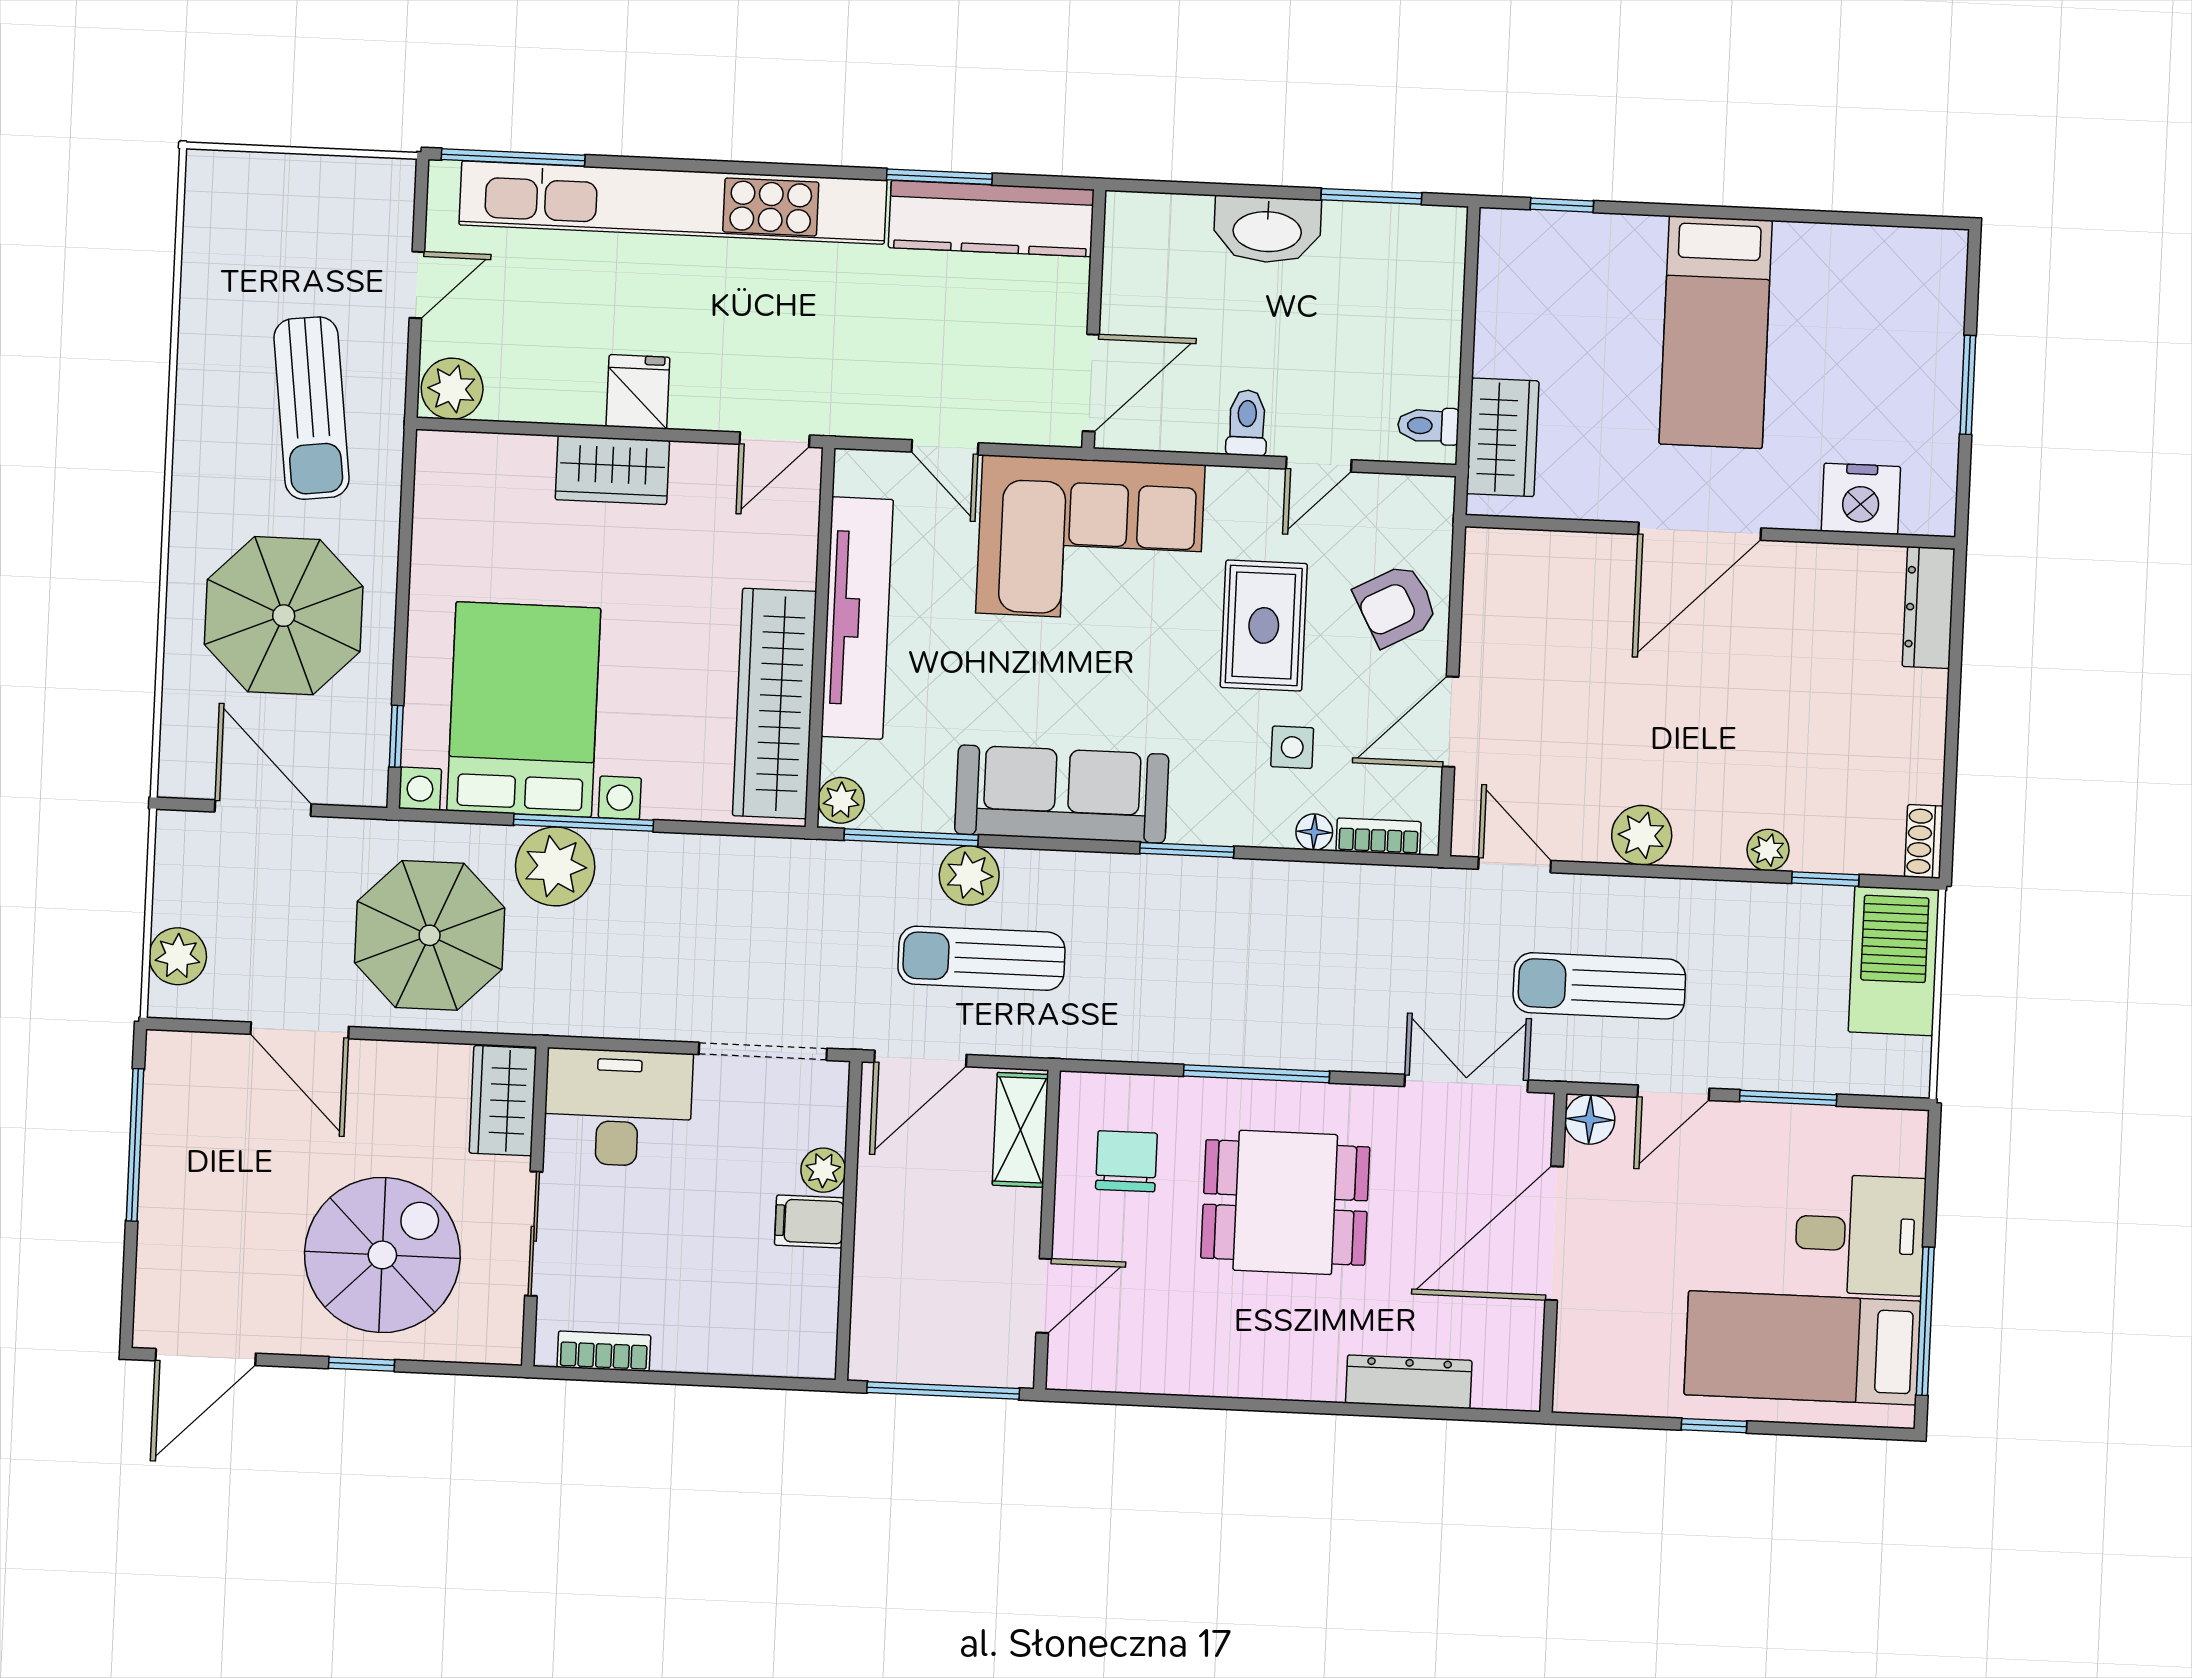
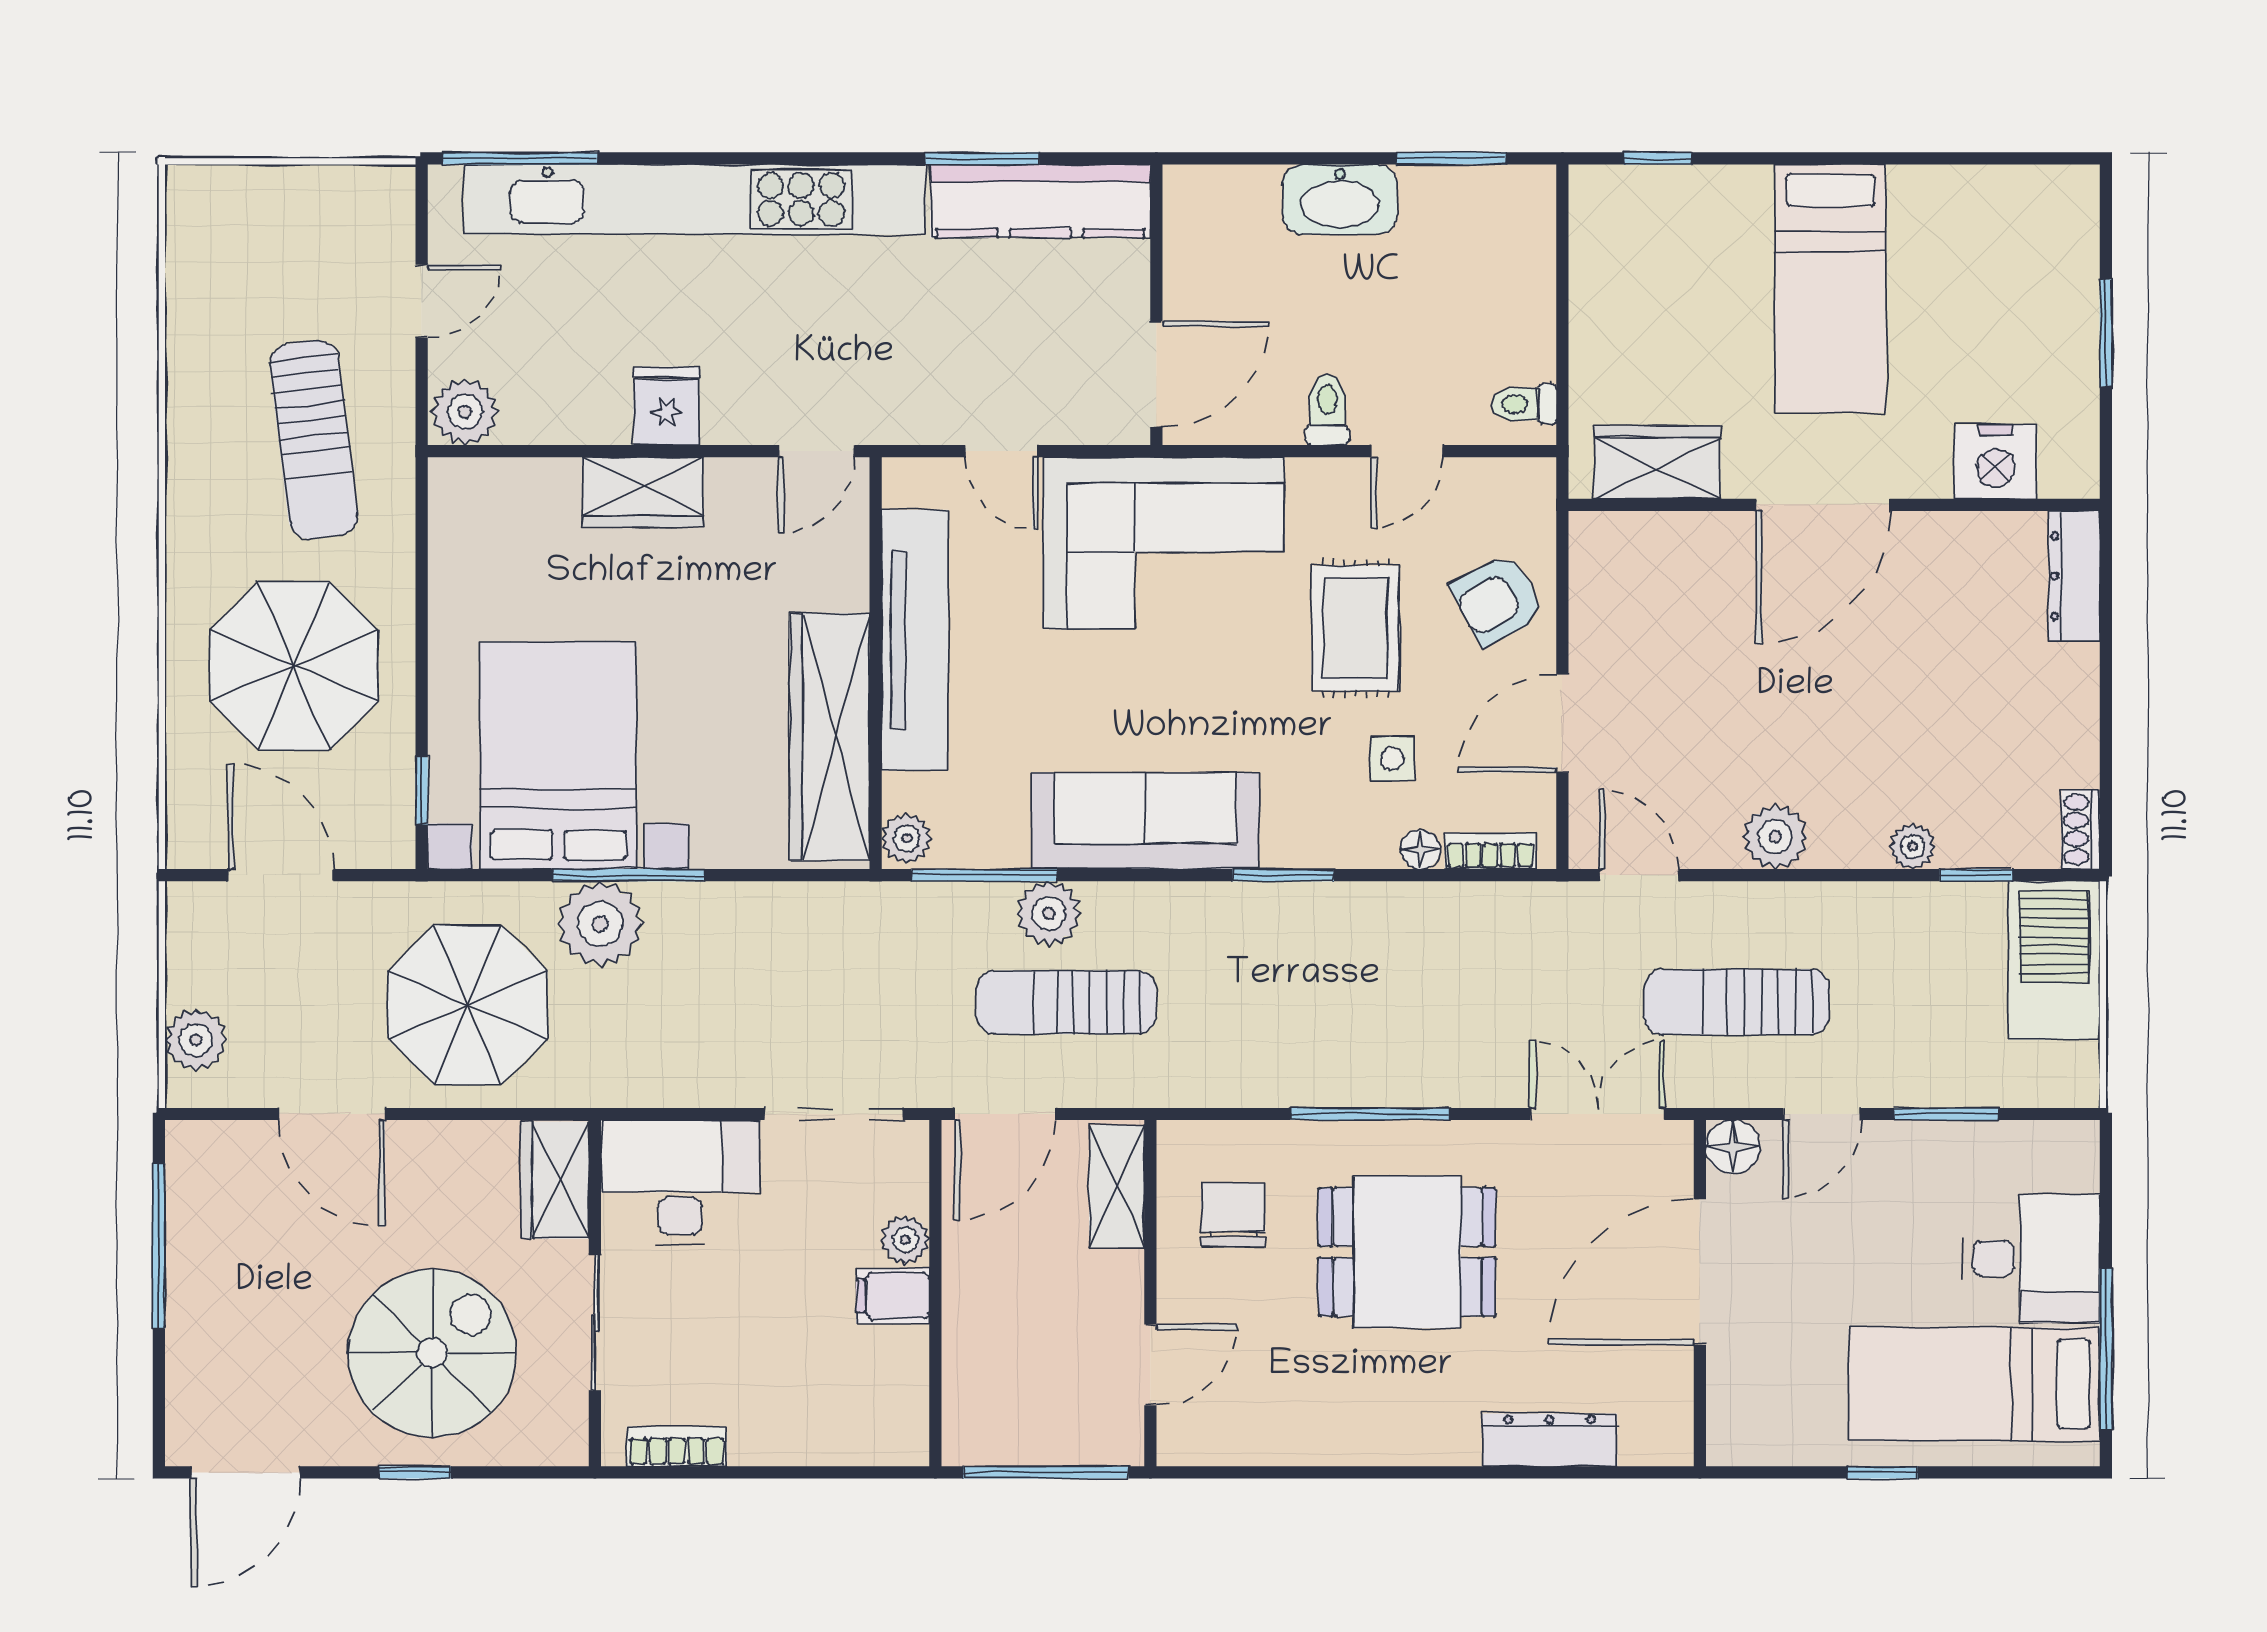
wardrobe: (1503, 437) -> (1657, 462), moved, turned -90

